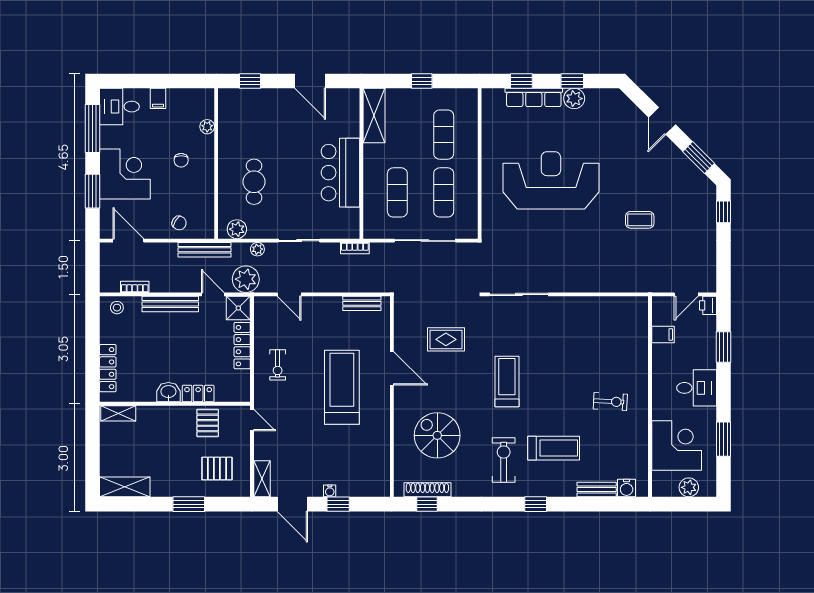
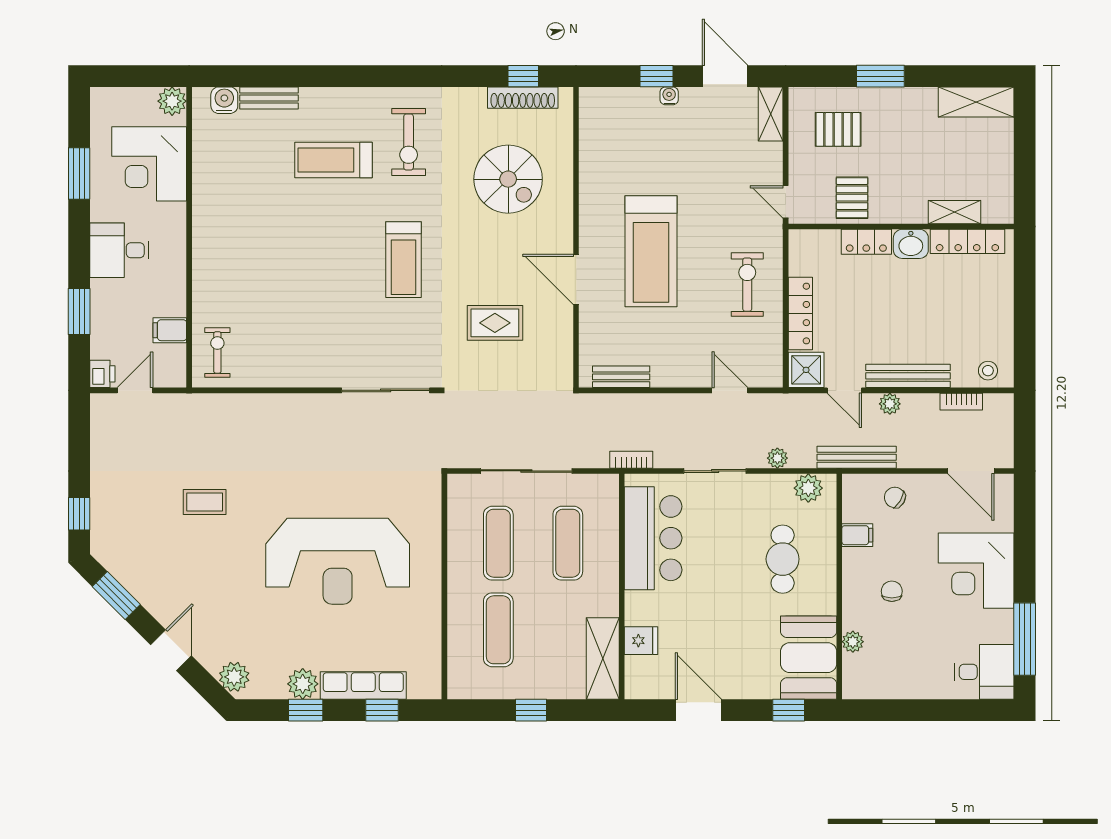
filing cabinet: (158, 98) -> (857, 535), moved, turned 90
plant: (620, 103) -> (234, 677), added
booth: (237, 116) -> (809, 658), added
fridge: (348, 127) -> (641, 641), added
bar counter: (340, 173) -> (653, 538), moved
window: (92, 191) -> (1025, 545), removed
plant: (246, 279) -> (890, 404), moved, width x0.53, depth x0.53
exercise bike: (278, 365) -> (747, 285), width x1.38, depth x1.39
locker: (108, 368) -> (967, 241), moved, turned -90
exercise bike: (610, 402) -> (217, 352), moved, turned 87
shelving: (118, 413) -> (954, 212), moved
plant: (689, 487) -> (172, 101), moved
window: (536, 504) -> (361, 76), removed

